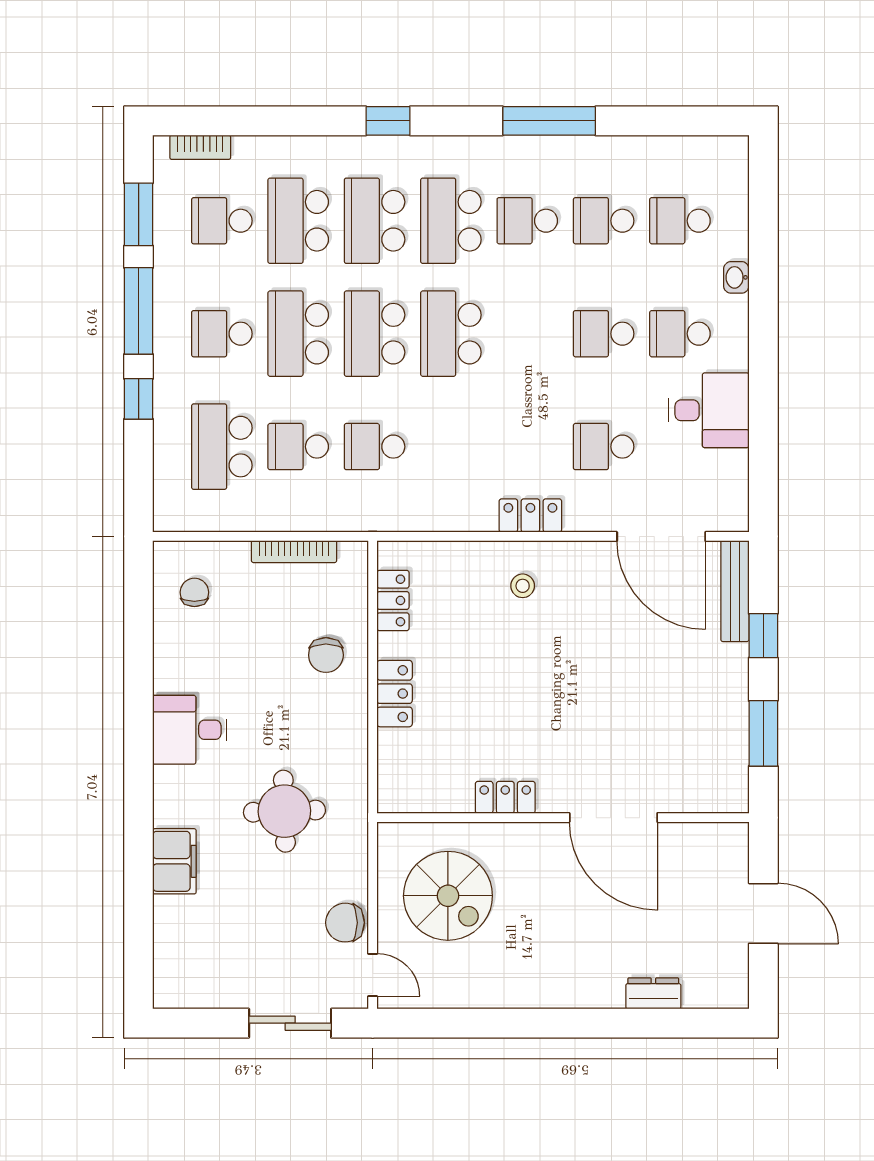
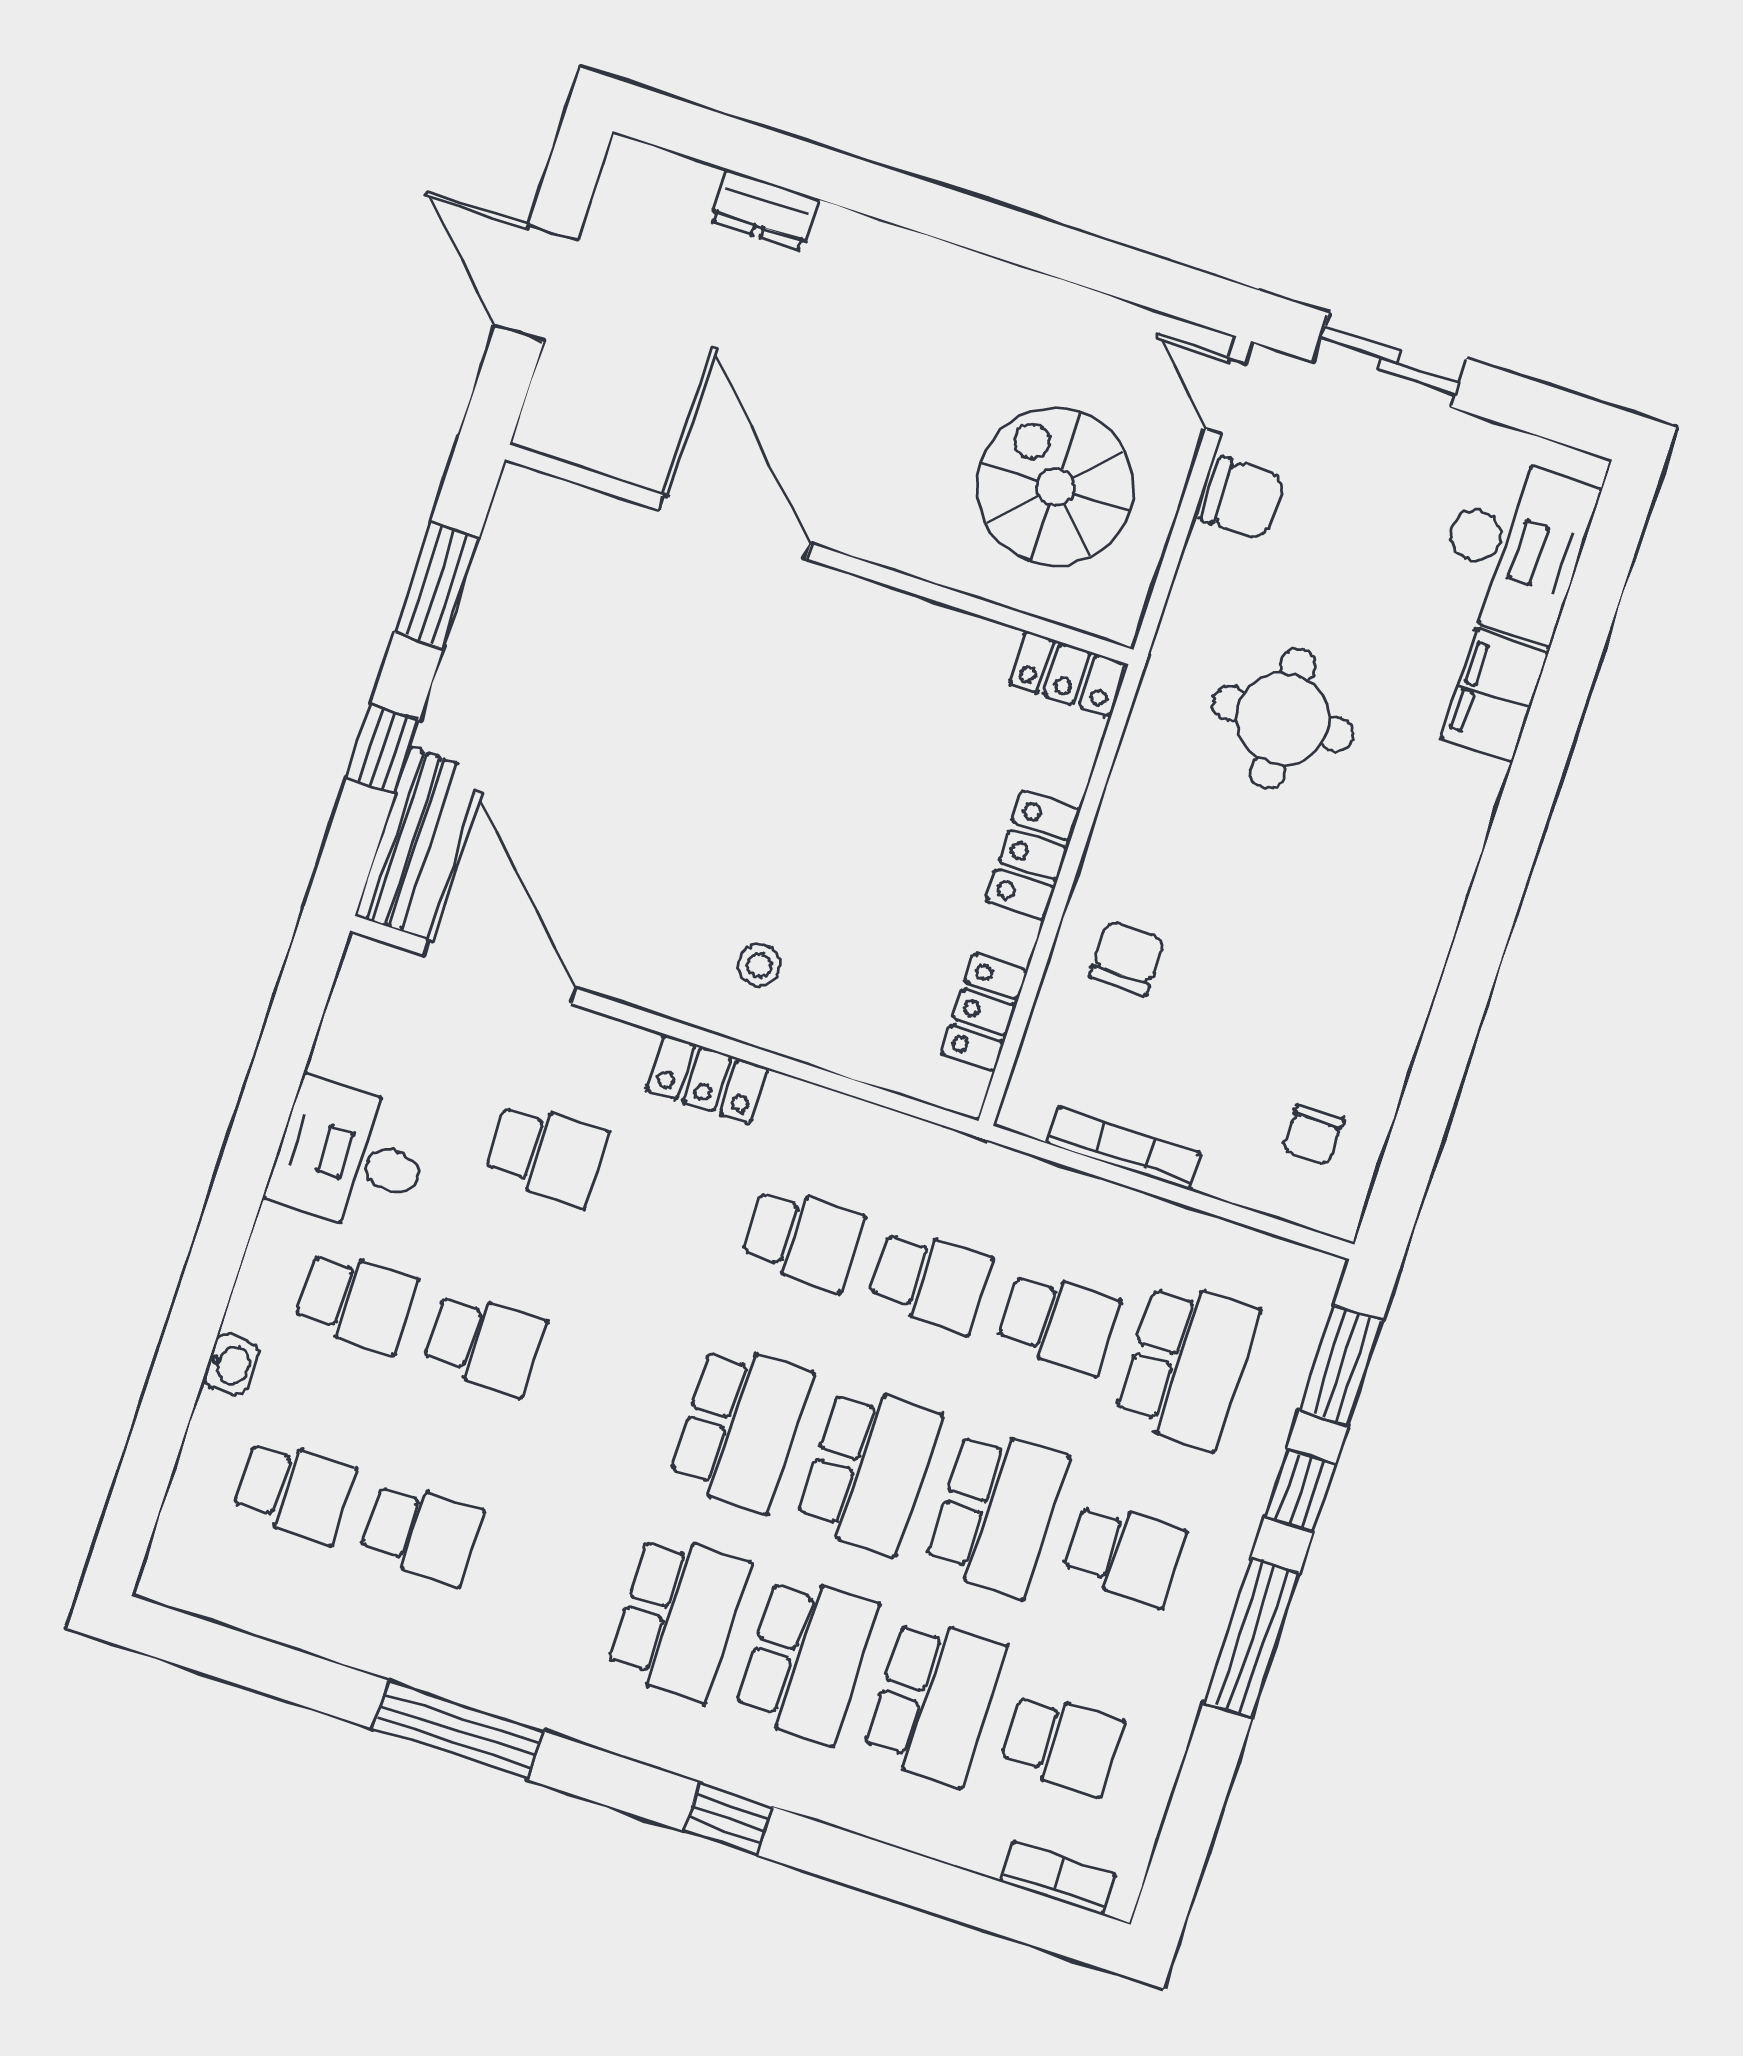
window: (139, 214) -> (1341, 1366), moved
school desk: (527, 221) -> (803, 1238), moved
desk: (190, 730) -> (1514, 548), moved, width x1.37
locker: (505, 797) -> (1067, 674), moved

